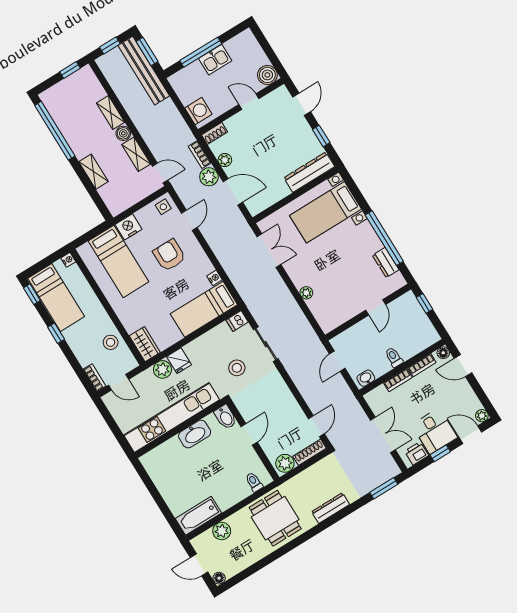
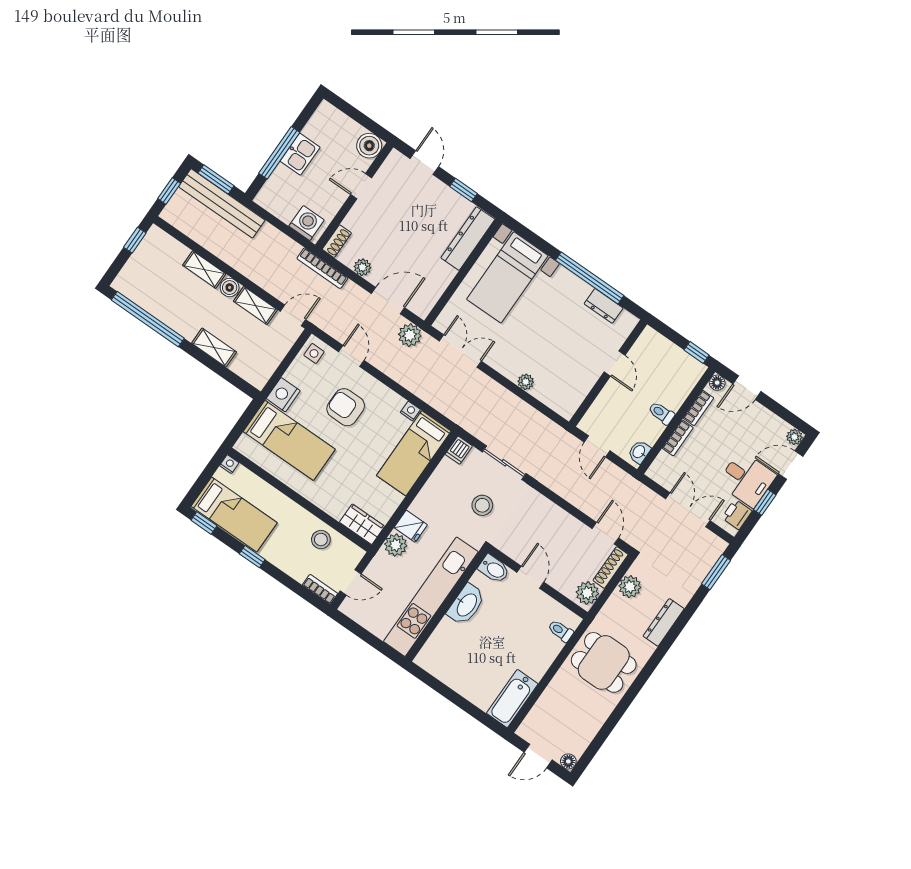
bookcase: (200, 155) -> (322, 268), width x1.56
plant: (209, 177) -> (410, 335), moved
window: (425, 303) -> (697, 353), moved
plant: (222, 531) -> (630, 587), moved

